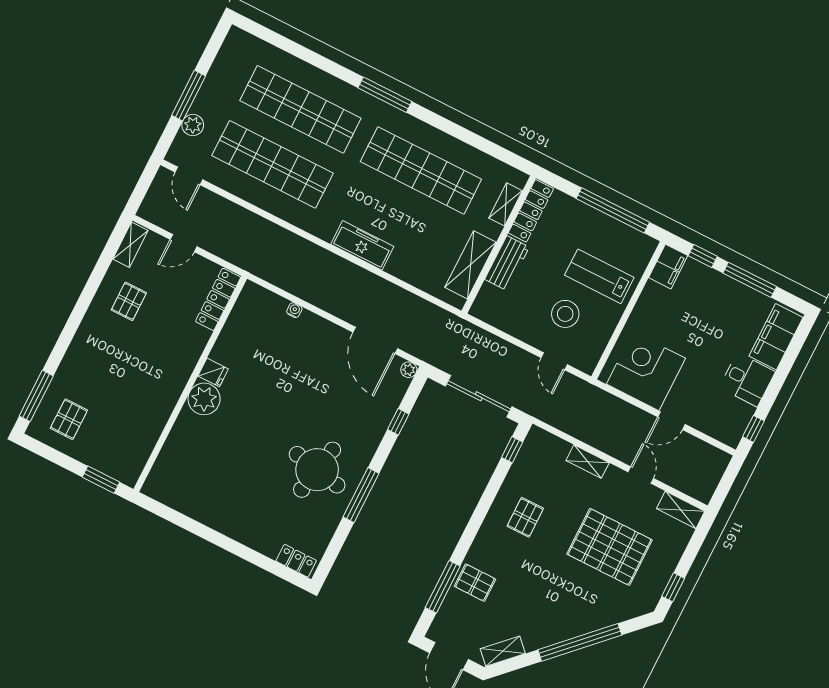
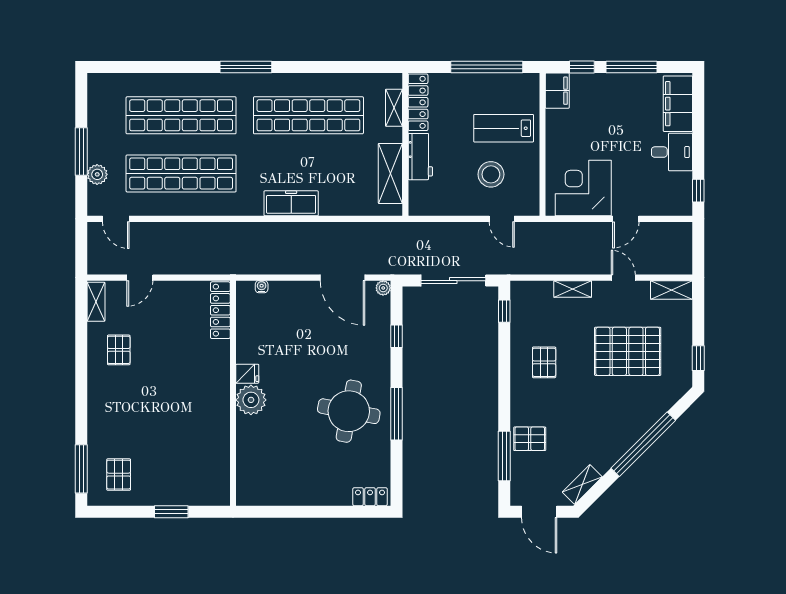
locker: (218, 299) -> (220, 310), moved
fridge: (213, 372) -> (247, 374), moved
wall: (190, 384) -> (233, 393), moved
plant: (204, 399) -> (251, 400), moved

